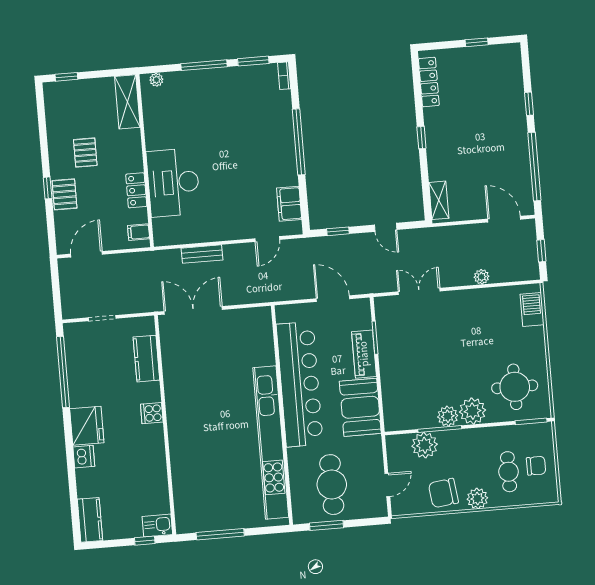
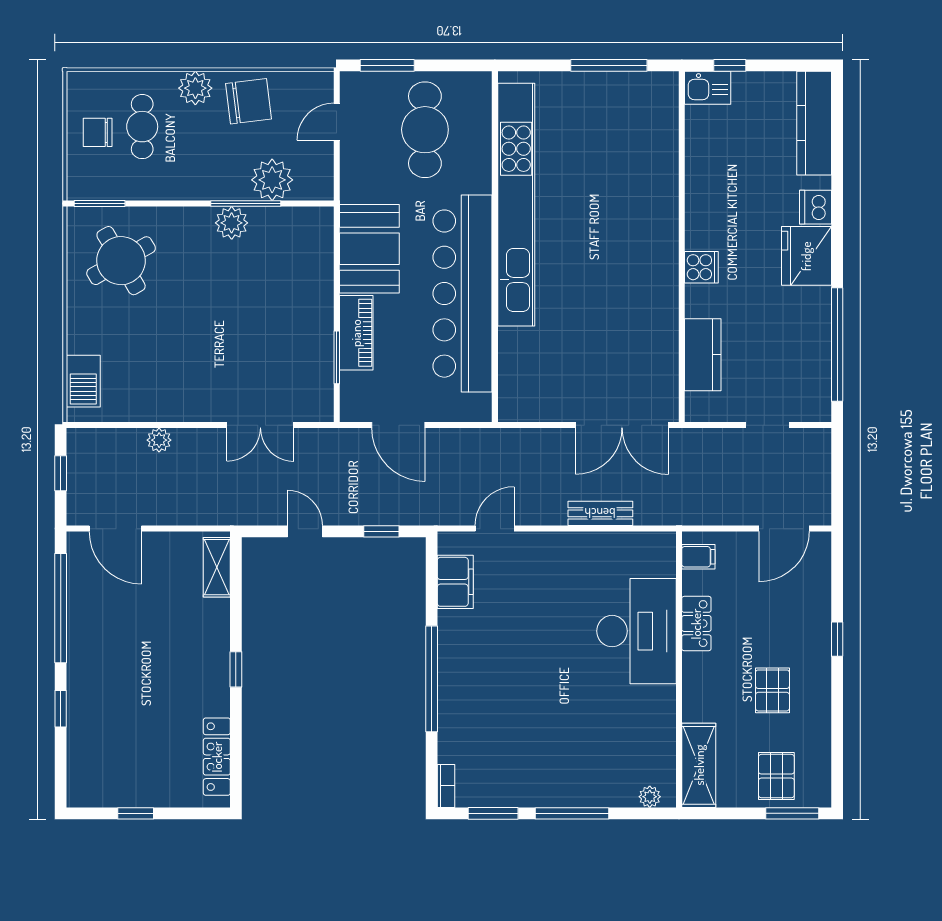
window: (66, 77) -> (792, 813), width x1.50
pallet: (65, 194) -> (776, 776), moved
round table: (515, 387) -> (121, 261), turned -30
plant: (472, 411) -> (191, 228), removed
kitchen counter: (90, 520) -> (814, 123), width x1.50
window: (327, 525) -> (387, 65), moved

